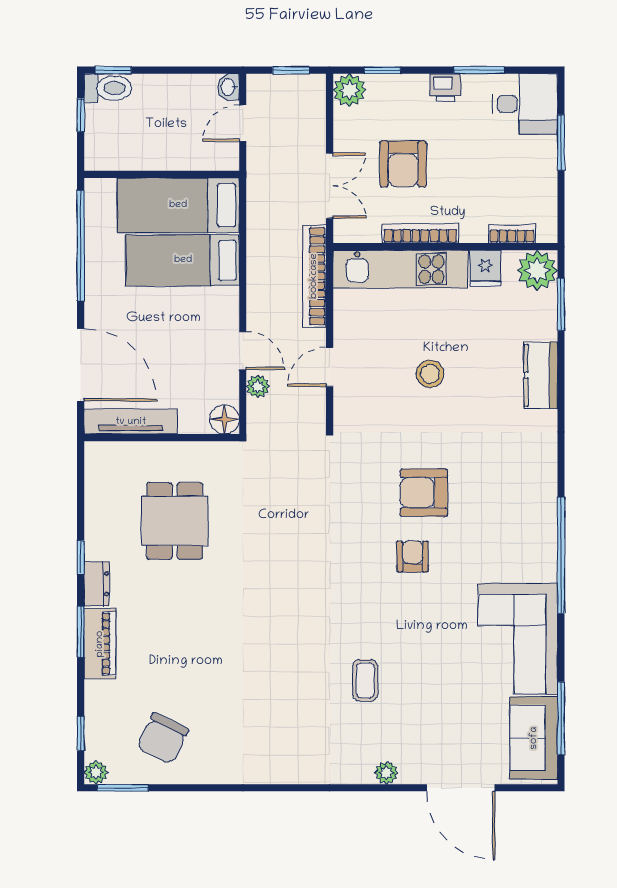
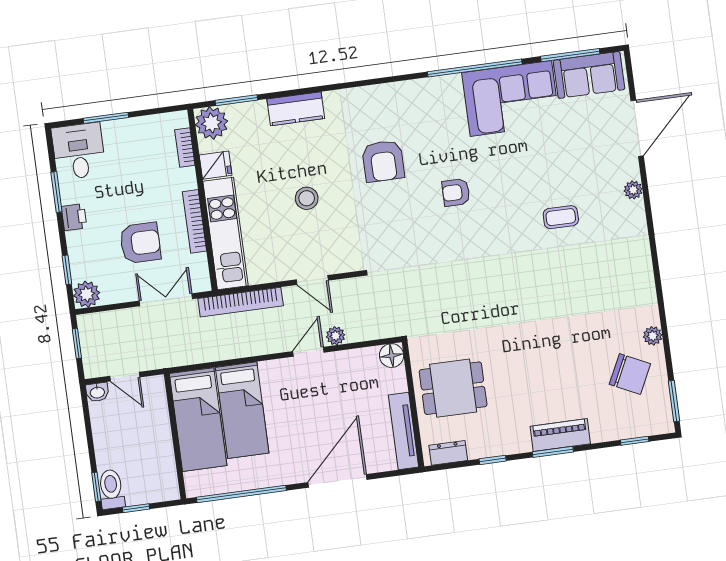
floor lamp: (225, 419) -> (392, 356), moved
tv unit: (131, 422) -> (403, 431), moved
wall: (162, 438) -> (413, 404), moved
armchair: (424, 493) -> (383, 161), moved
window: (561, 555) -> (475, 68), moved
dresser: (97, 584) -> (448, 453), moved
plant: (96, 773) -> (653, 336), moved

